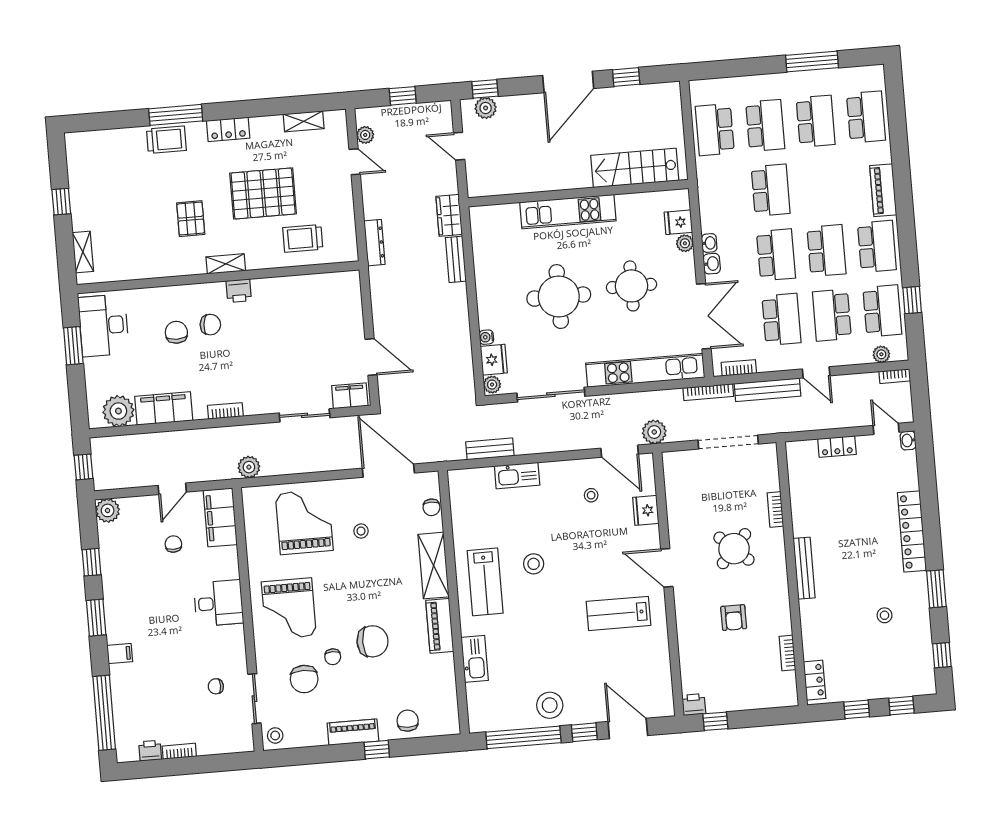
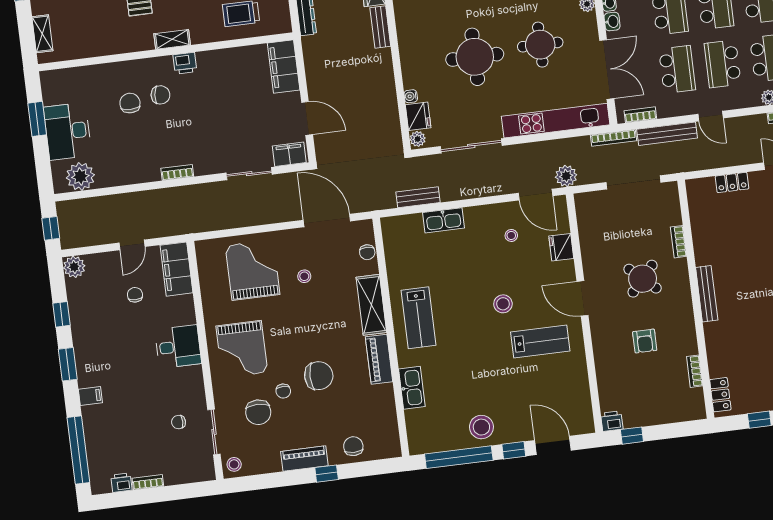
desk: (103, 325) -> (68, 131), moved
filing cabinet: (164, 408) -> (284, 67), moved, turned -90
plant: (249, 467) -> (201, 222), removed
stool: (534, 564) -> (503, 304), moved
lab bench: (618, 613) -> (540, 341), turned 180

